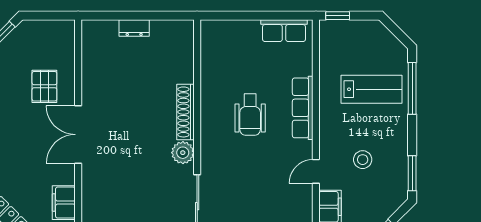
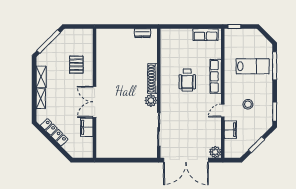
dresser: (134, 28) -> (142, 33), moved
double door: (78, 135) -> (95, 102), moved

